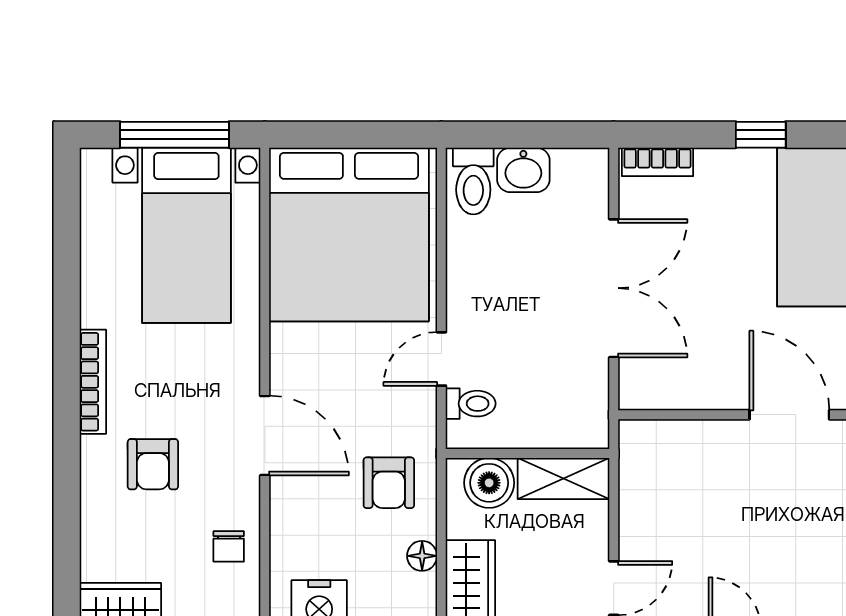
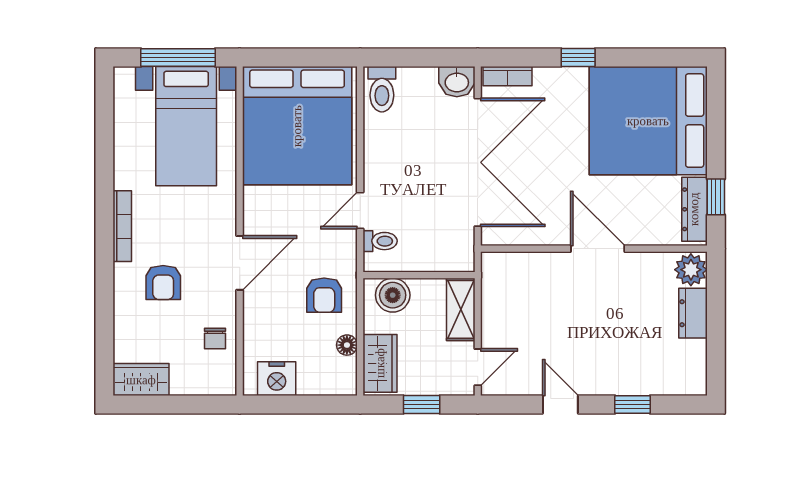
washbasin: (523, 170) -> (457, 82), moved
double door: (614, 288) -> (478, 162), width x1.36
door: (265, 436) -> (240, 263), hinge flipped
shelving: (563, 478) -> (461, 309), moved, turned 90

